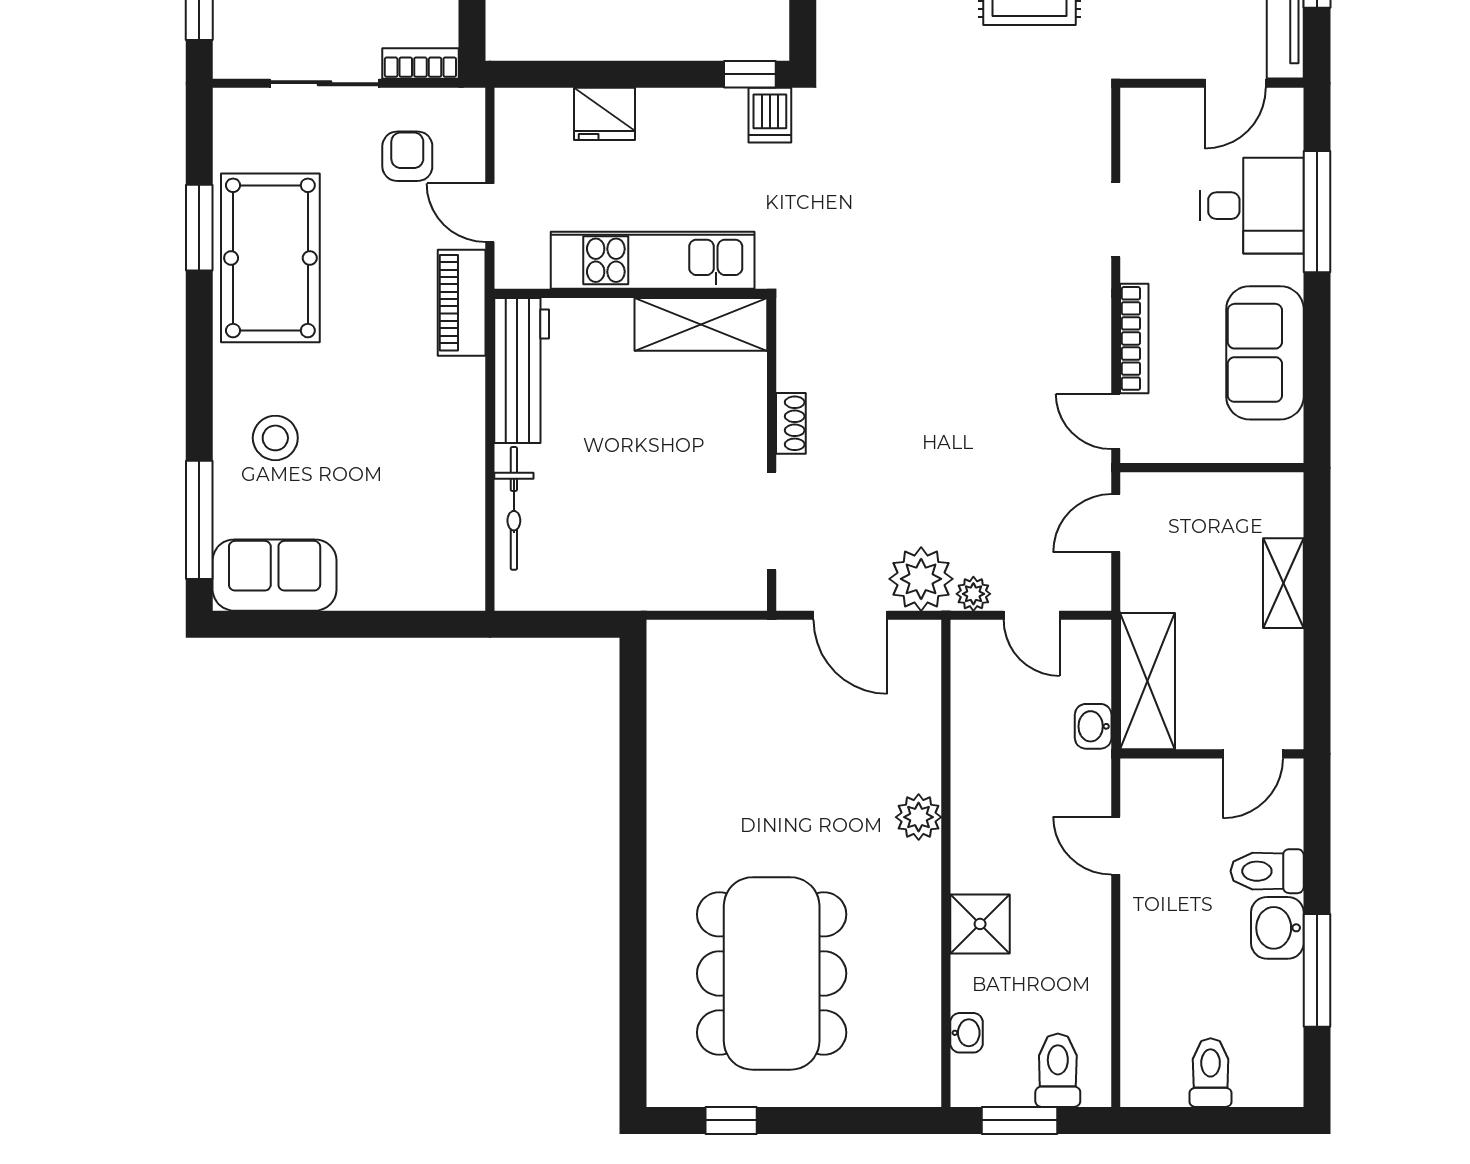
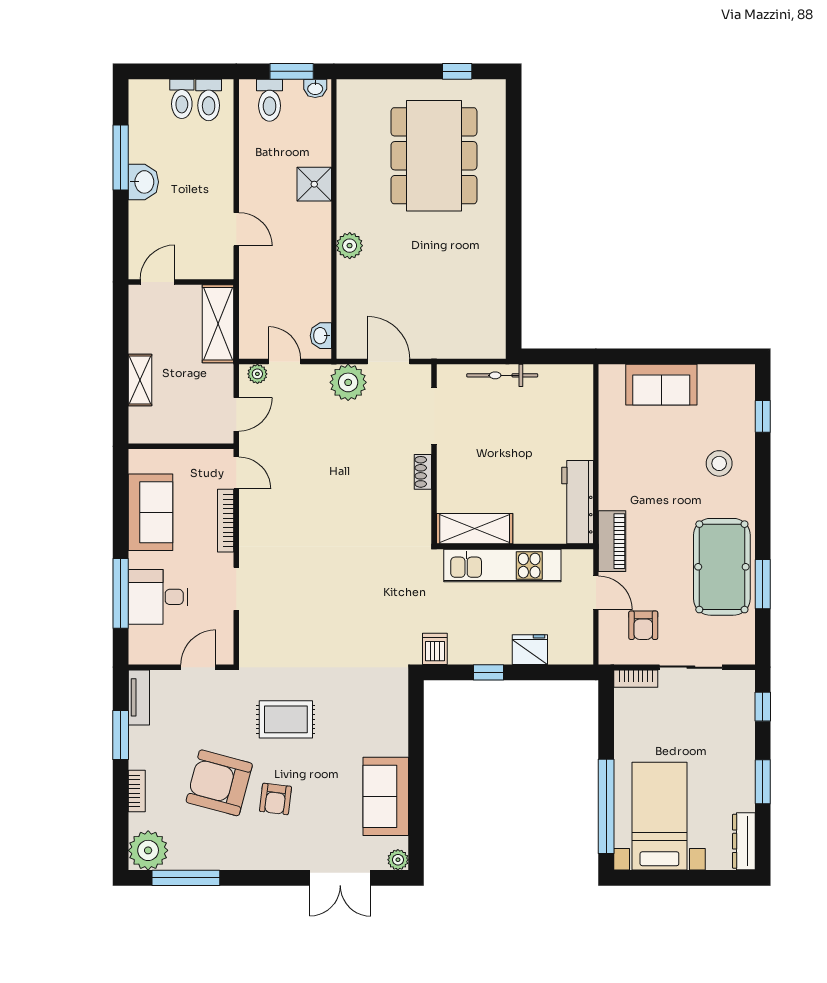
window: (750, 74) -> (489, 672), moved
door: (1235, 83) -> (198, 667), moved
bicycle: (514, 508) -> (502, 375), moved, turned -90
window: (199, 520) -> (763, 416), width x0.46
sofa: (275, 575) -> (661, 385), moved
plant: (973, 594) -> (257, 374), moved
washbasin: (1093, 726) -> (321, 336), moved, turned 180
toilet: (1267, 871) -> (209, 100), moved, turned 90
washbasin: (966, 1033) -> (315, 88), moved, turned -90

